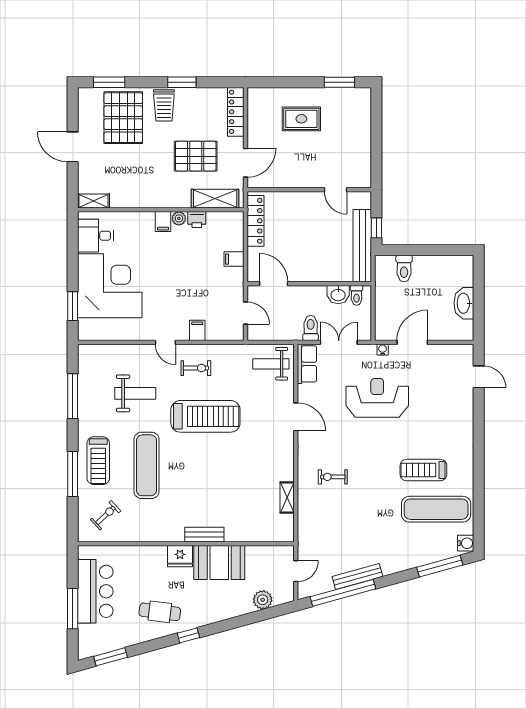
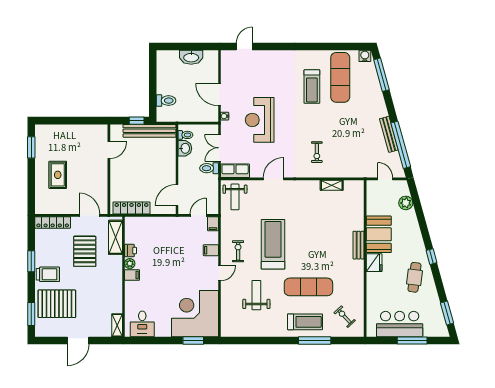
filing cabinet: (234, 259) -> (213, 224), moved
corner desk: (110, 286) -> (195, 314), moved
window: (73, 396) -> (258, 340), removed

